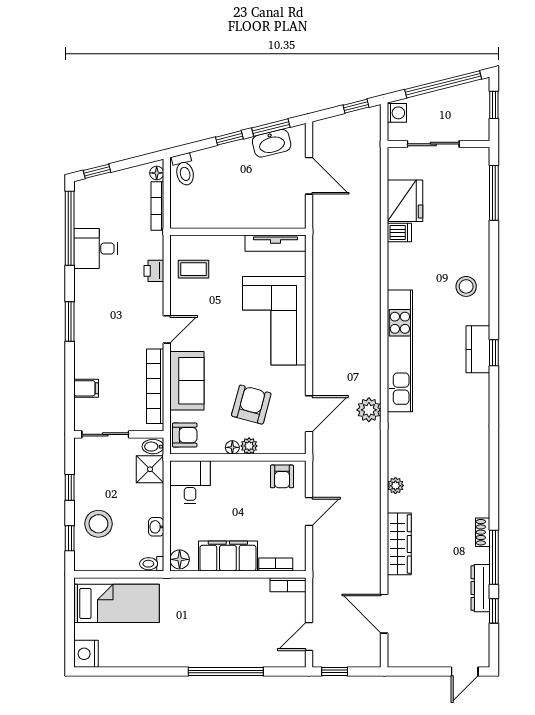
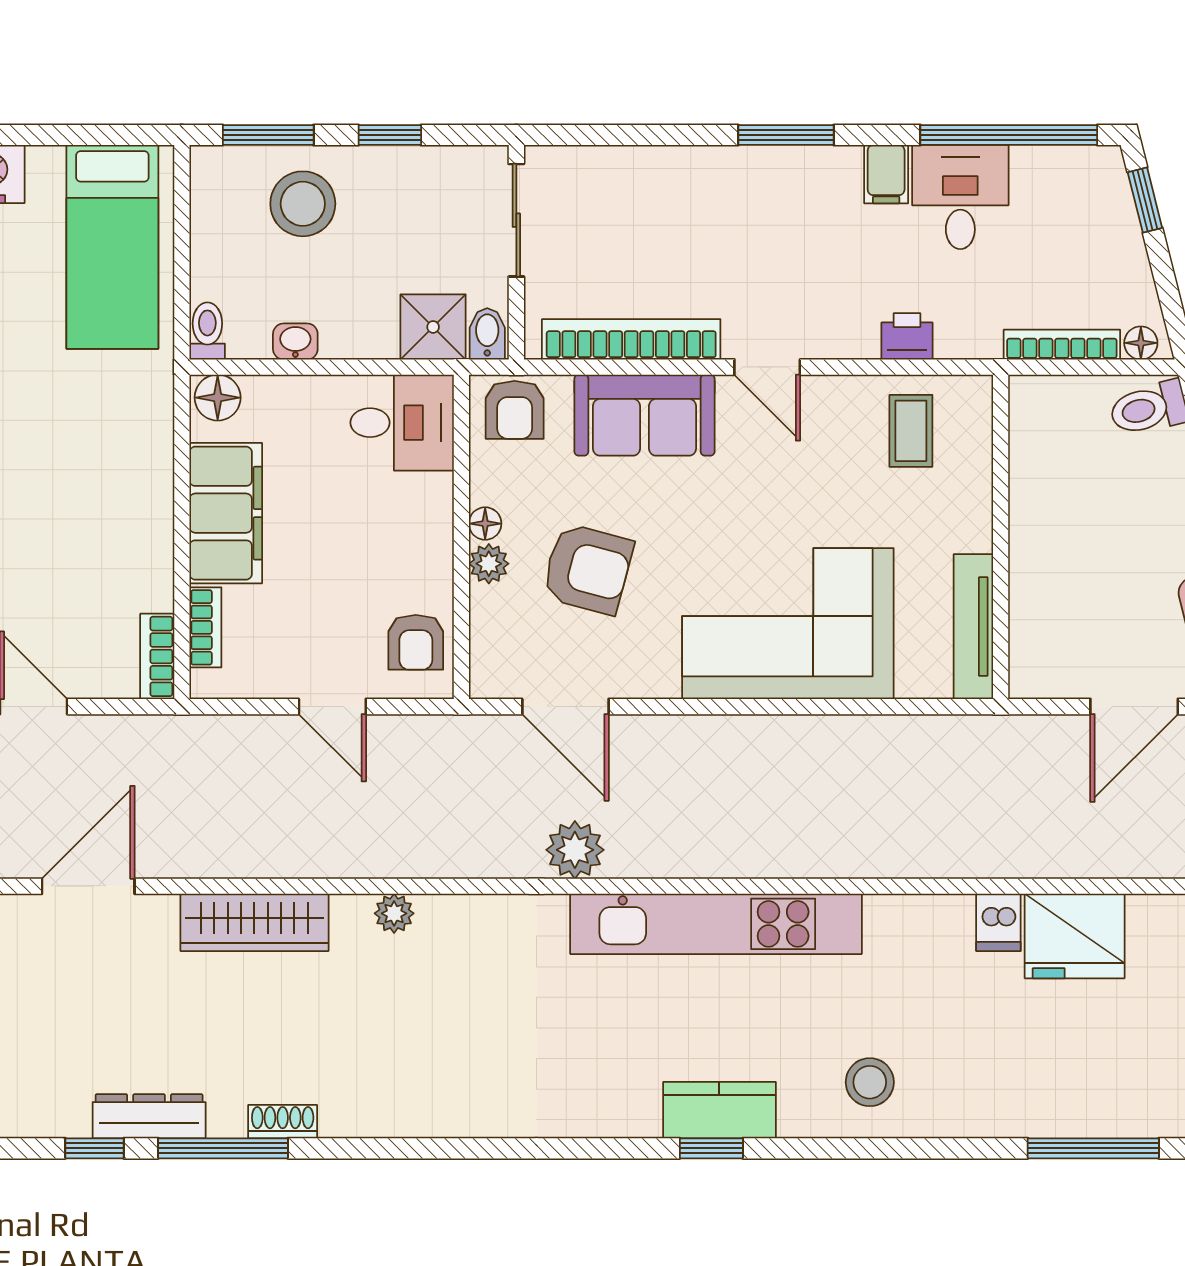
filing cabinet: (86, 388) -> (886, 174), moved
armchair: (282, 476) -> (416, 642), turned -90
window: (70, 538) -> (268, 135), width x1.50

